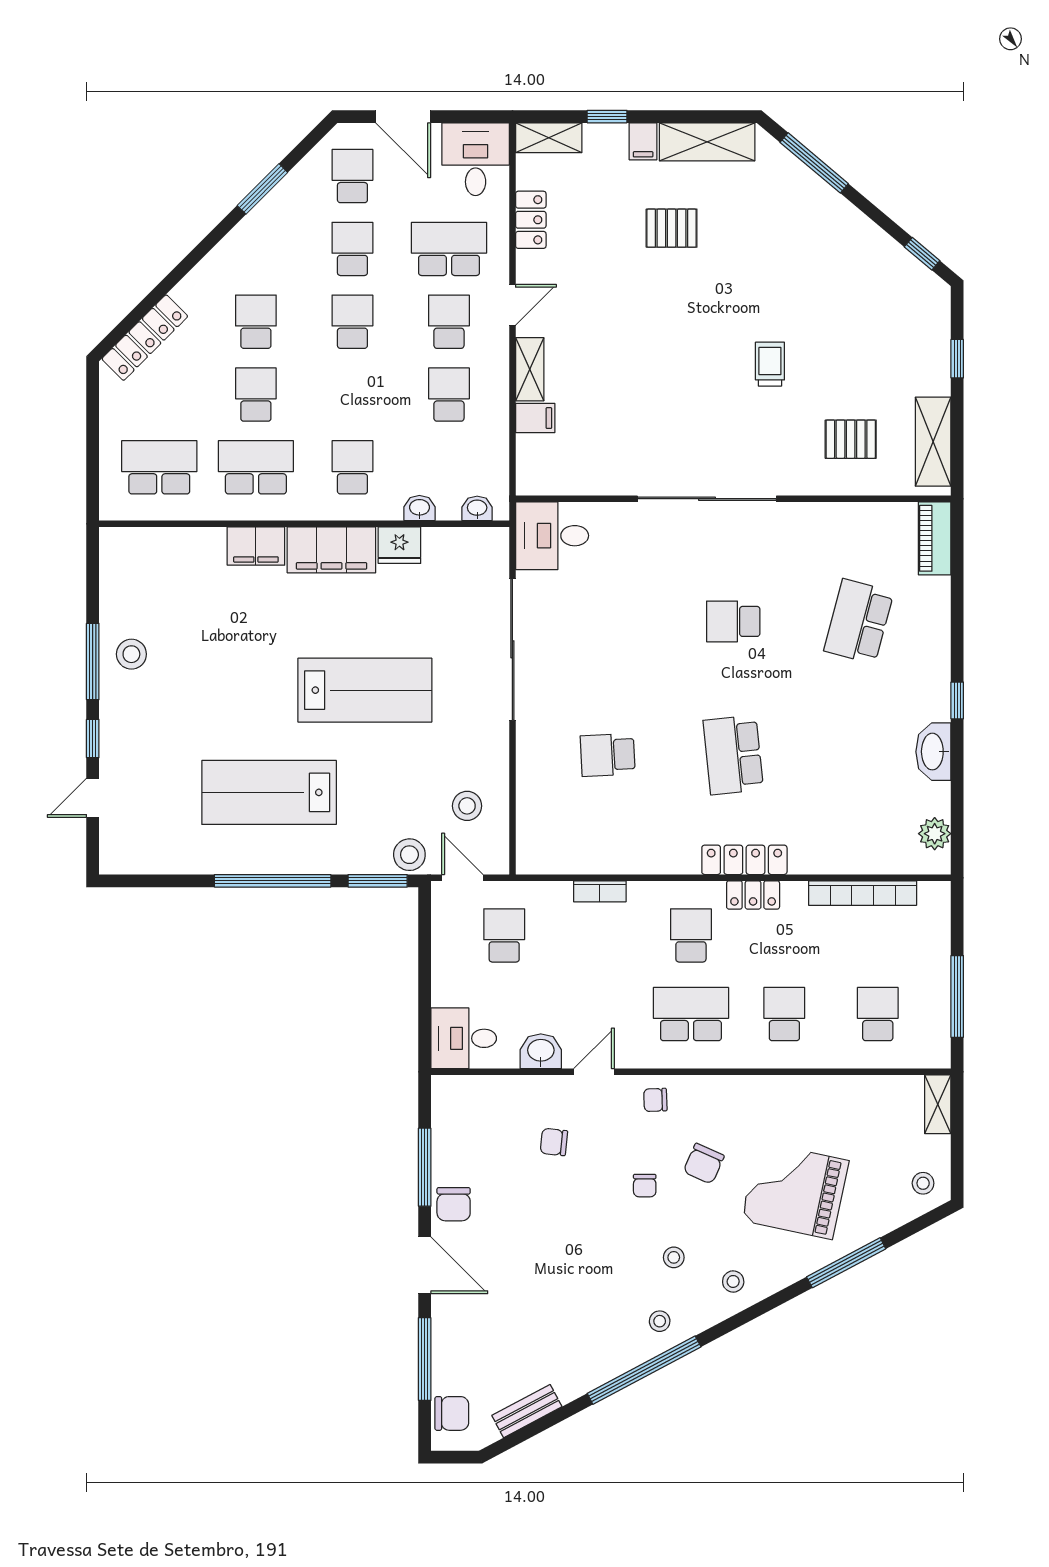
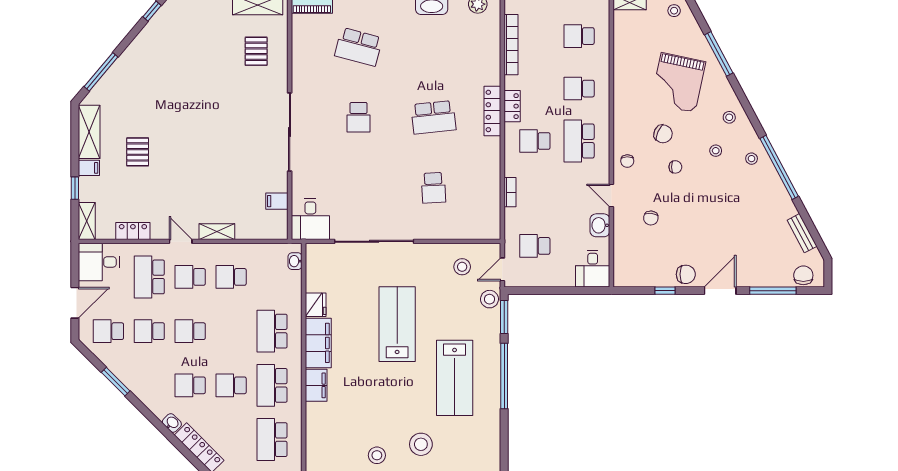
trolley: (770, 364) -> (214, 97), removed
filing cabinet: (535, 418) -> (277, 201), moved, turned -90
school desk: (352, 467) -> (272, 331), width x1.85
washbasin: (419, 508) -> (172, 423), moved, turned 135
stool: (151, 733) -> (421, 444), added
window: (425, 1167) -> (665, 291), width x0.46

